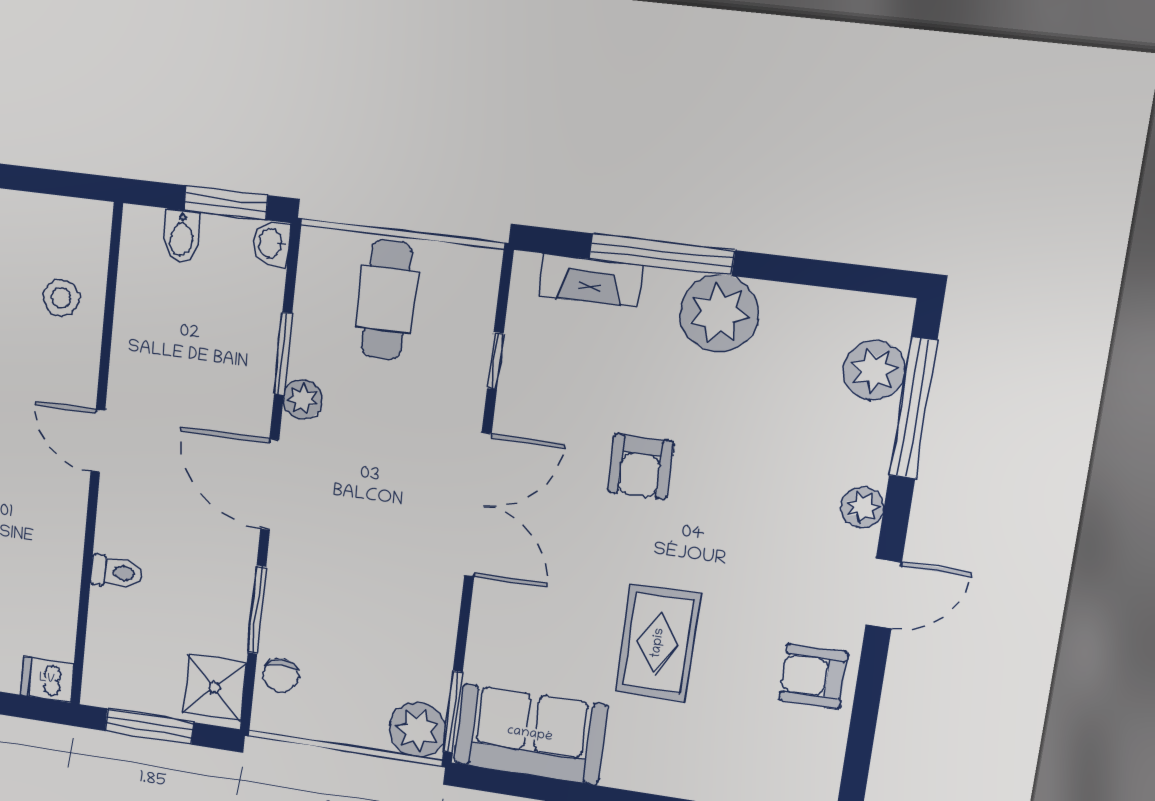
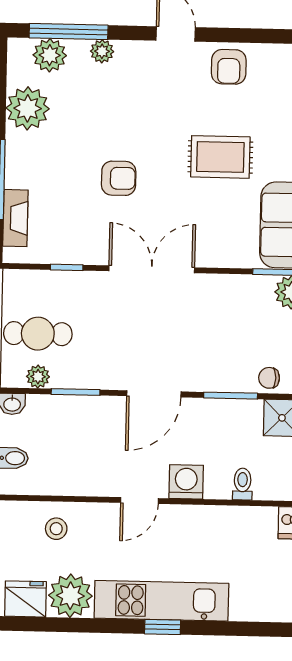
plant: (719, 314) -> (28, 108), moved
plant: (303, 399) -> (38, 377), moved
plant: (862, 507) -> (102, 51), moved
washing machine: (123, 521) -> (186, 482), added
toilet: (117, 572) -> (242, 484), moved
chair: (281, 675) -> (269, 378), turned 180

